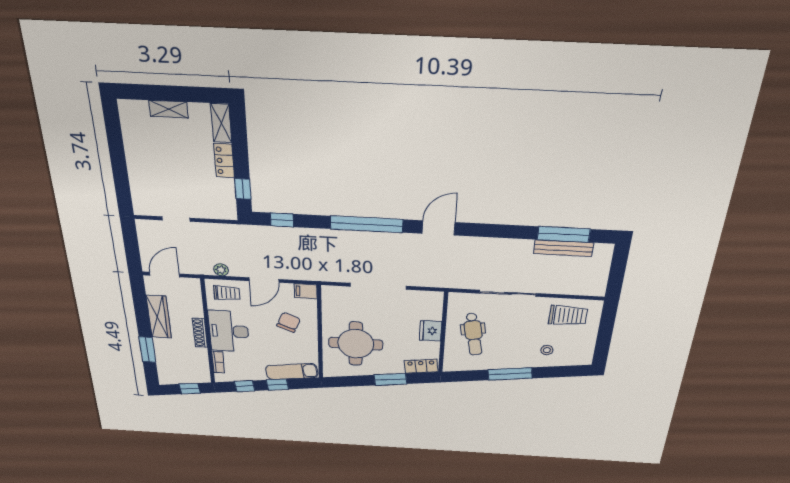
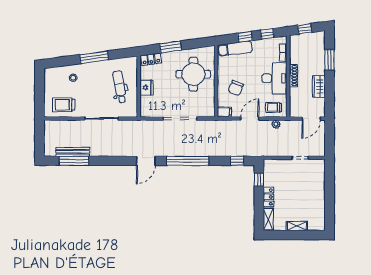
wardrobe: (159, 317) -> (319, 86), width x0.67

